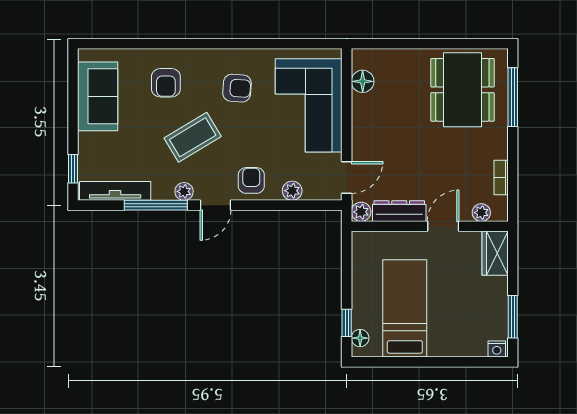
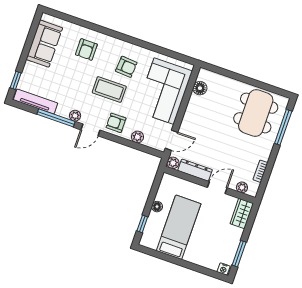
coffee table: (193, 137) -> (109, 89), moved, turned 31
armchair: (251, 180) -> (116, 123), turned -90
floor lamp: (360, 338) -> (157, 207), moved

